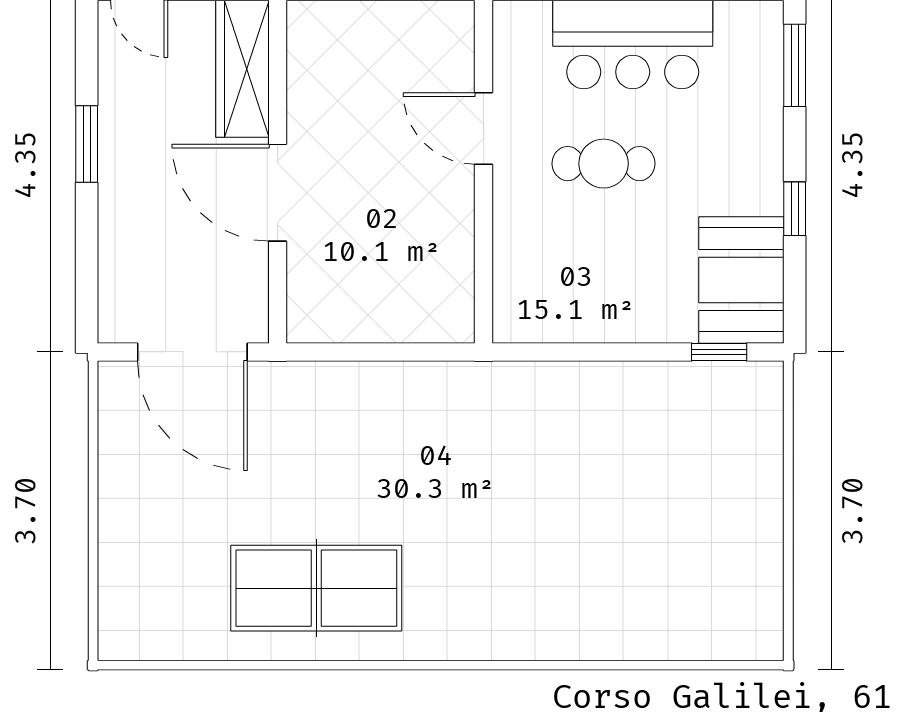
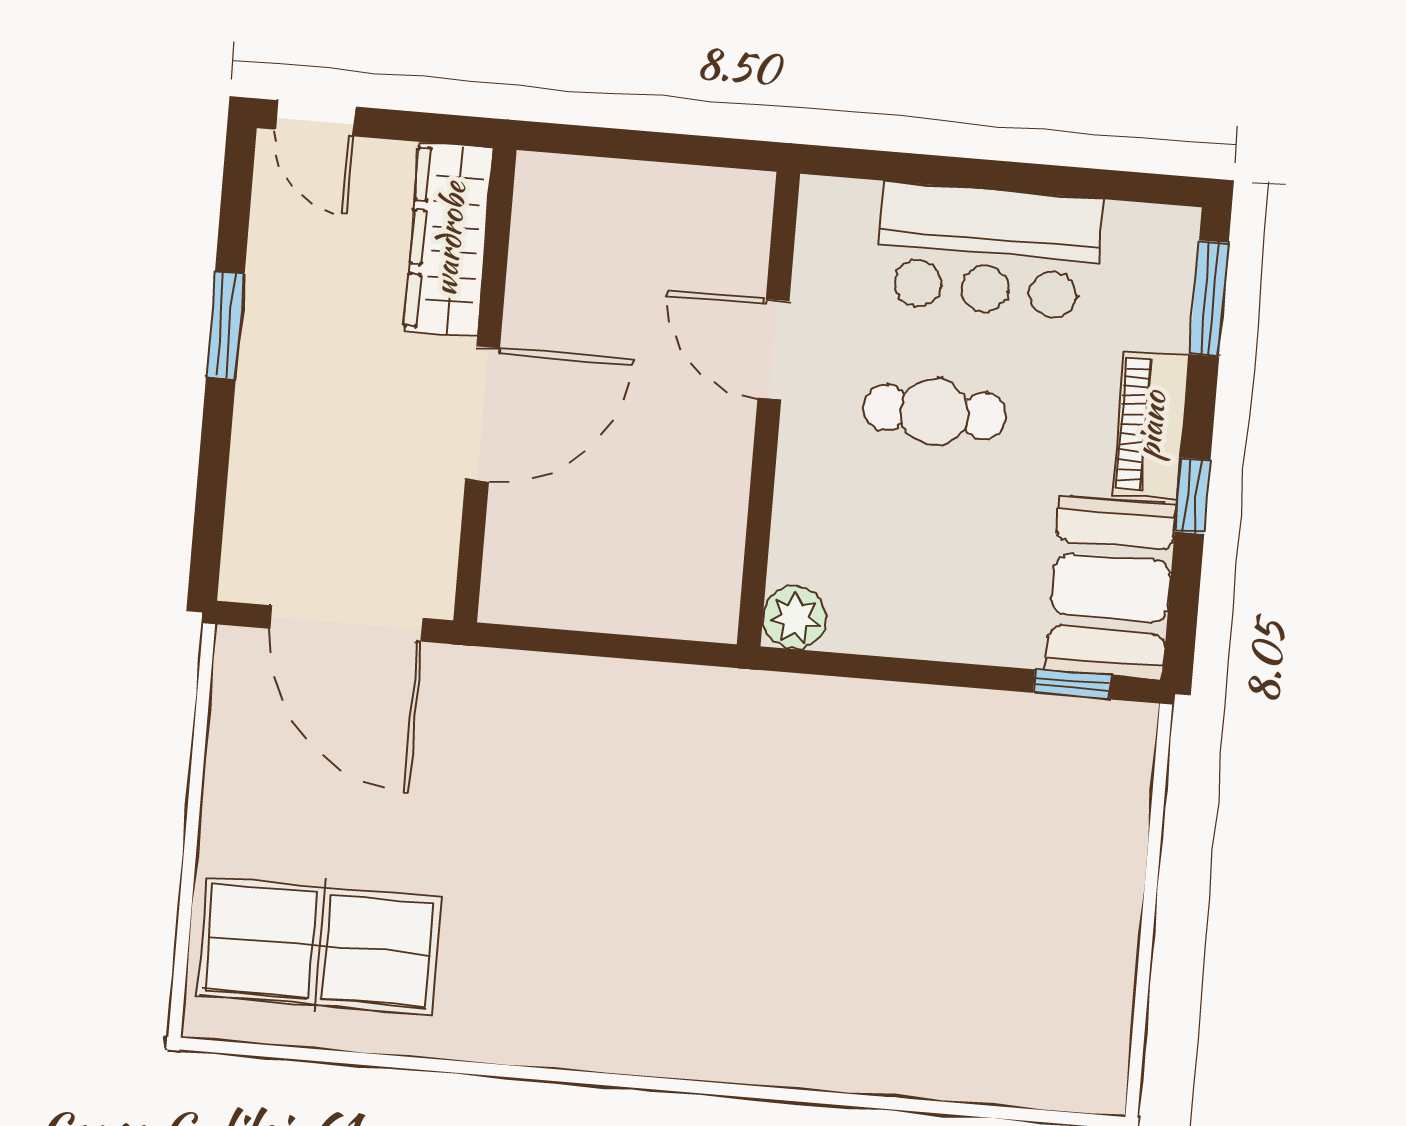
piano: (760, 160) -> (1151, 425), added
door: (278, 193) -> (483, 414), swing flipped
plant: (515, 321) -> (795, 617), added
table tennis table: (316, 588) -> (319, 946), moved

